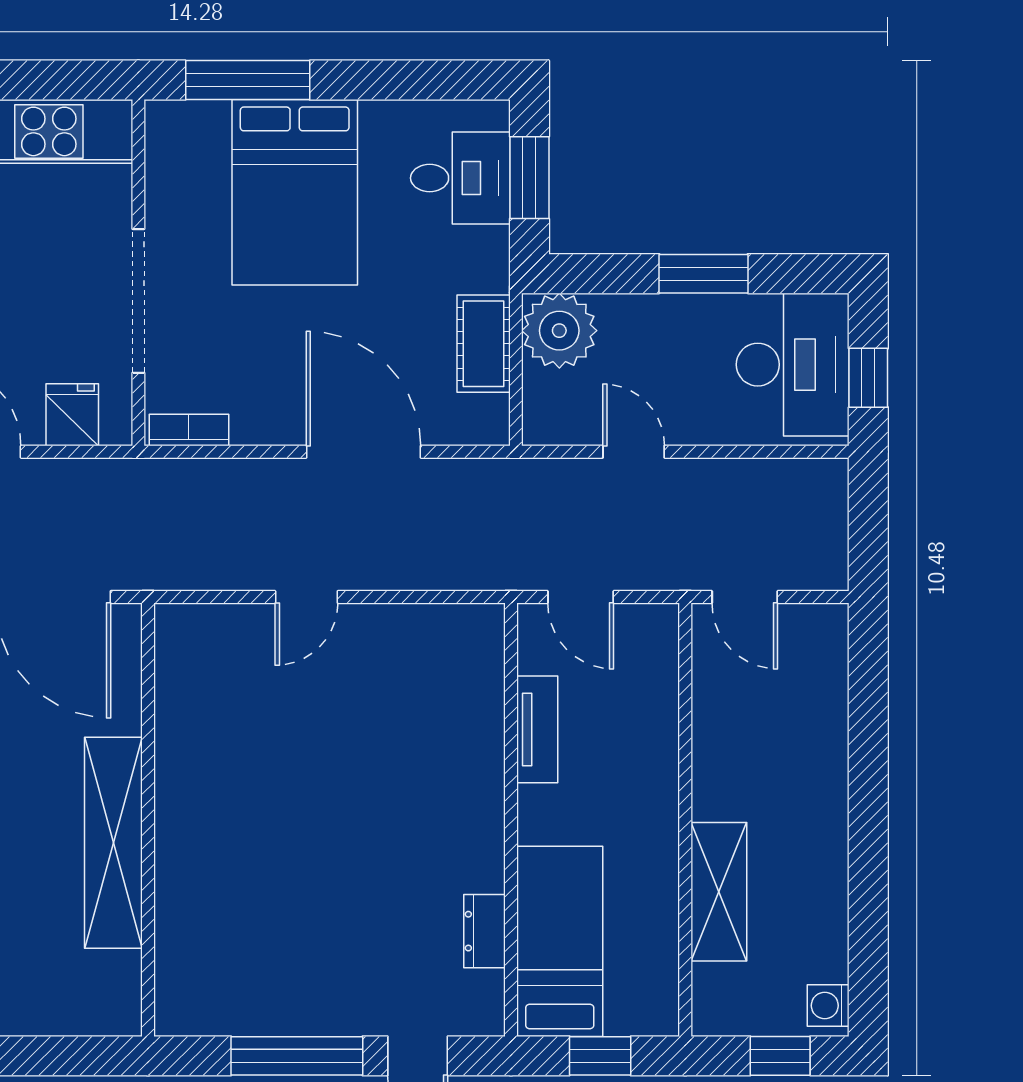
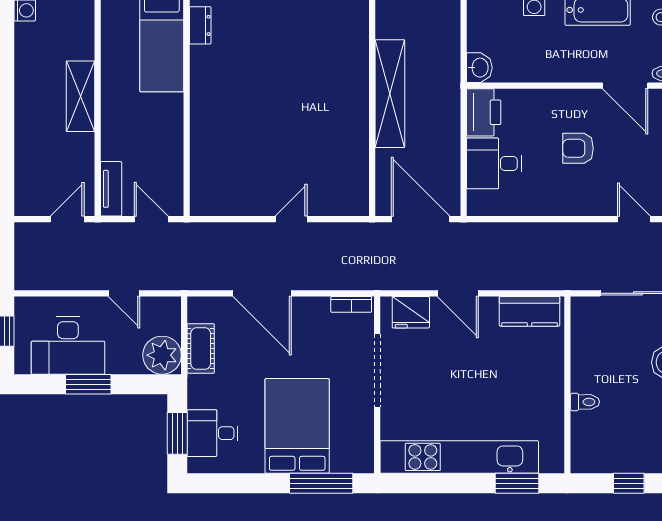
desk: (793, 365) -> (68, 346), moved, turned -90
fridge: (72, 415) -> (411, 312), width x1.38
door: (745, 597) -> (67, 219), hinge flipped
tv unit: (537, 729) -> (111, 189), moved, turned 180
shelving: (719, 892) -> (81, 96), moved
dresser: (485, 931) -> (200, 25), moved

